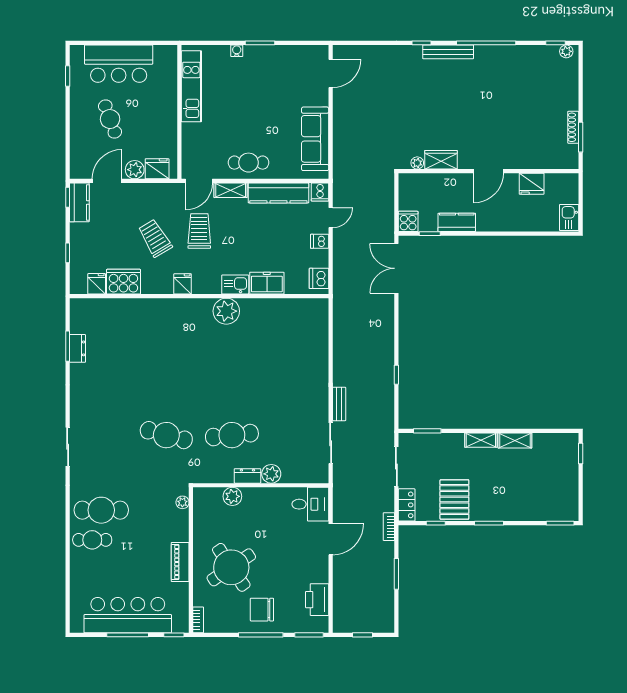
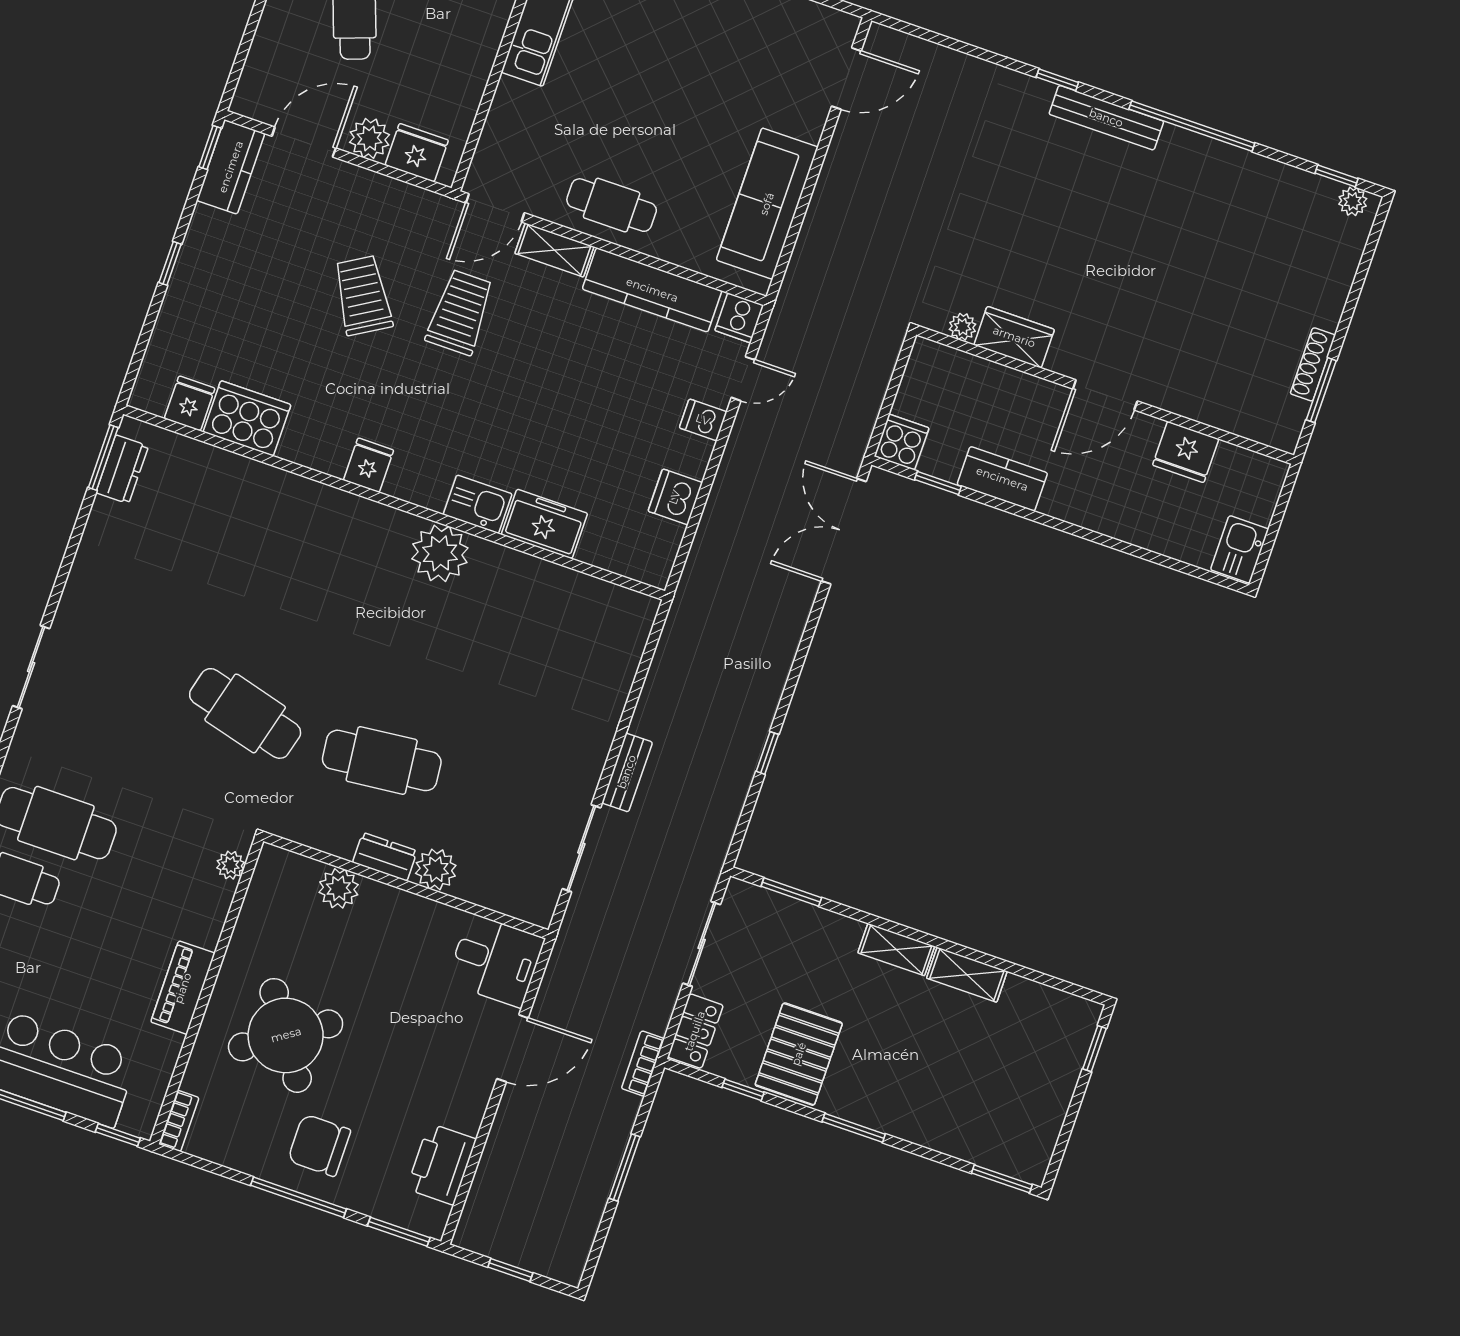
cooker: (123, 282) -> (247, 418), moved
freezer: (267, 283) -> (544, 524), moved
fridge: (97, 284) -> (190, 403), moved
fridge: (183, 284) -> (369, 465), moved
kitchen sink: (235, 284) -> (478, 504), moved
wall: (199, 296) -> (394, 502), moved
plant: (226, 311) -> (440, 553), moved

